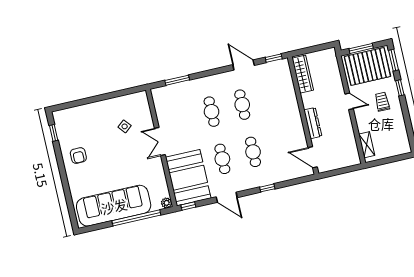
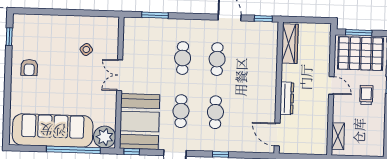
plant: (167, 203) -> (105, 137), width x1.88, depth x1.88

